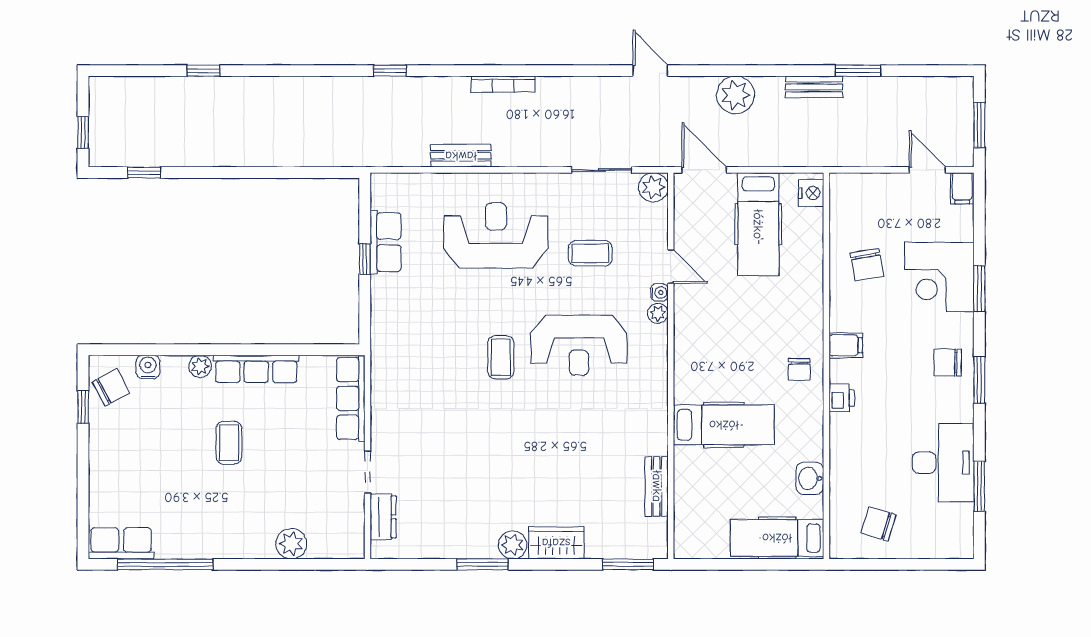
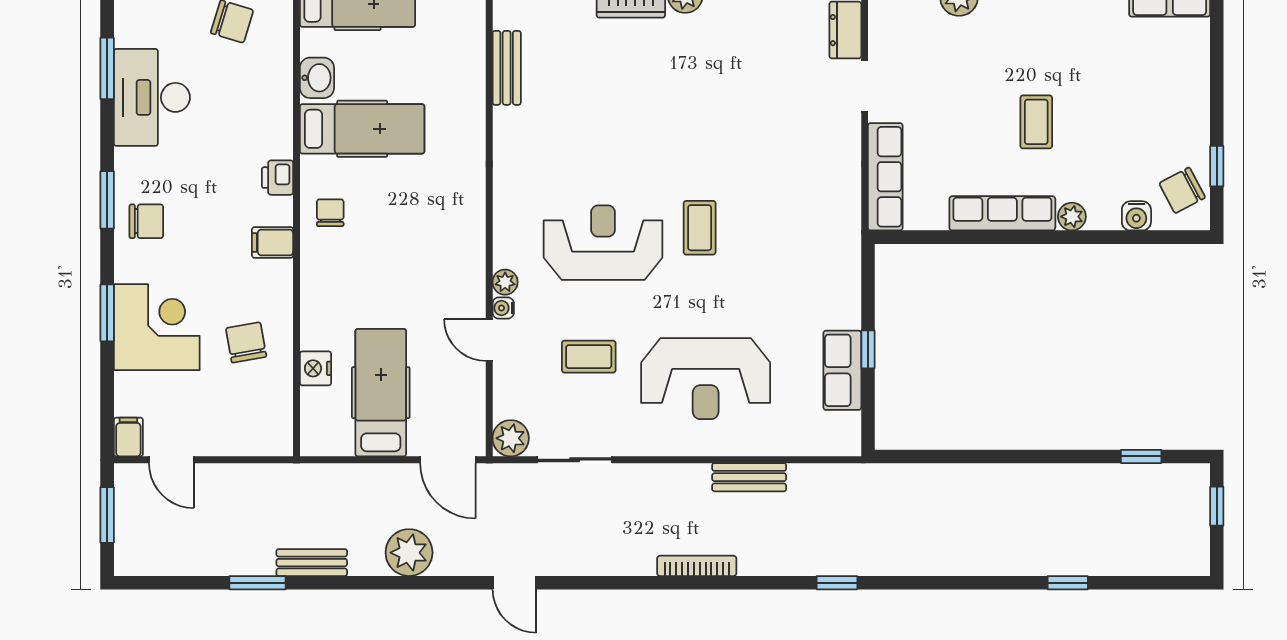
nightstand: (811, 193) -> (315, 368), moved
hospital bed: (724, 425) -> (362, 129), moved, turned 180

